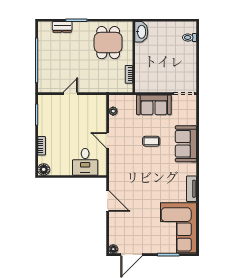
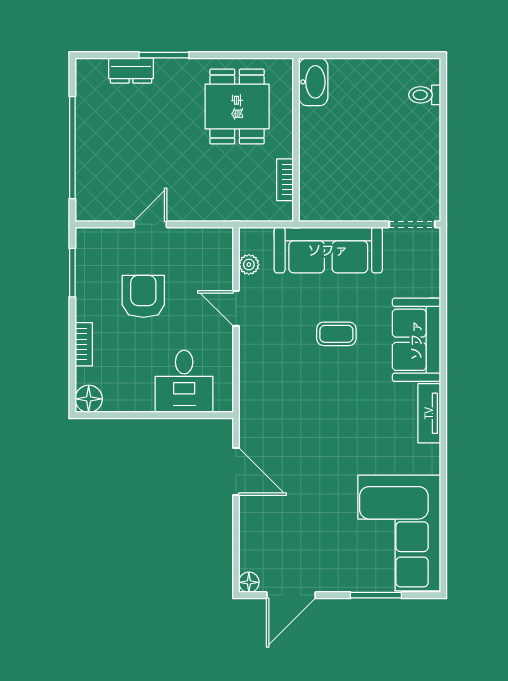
sofa: (154, 105) -> (328, 250), width x1.36
armchair: (67, 125) -> (143, 296), added
door: (108, 140) -> (236, 308), moved
tv unit: (192, 189) -> (429, 413), moved

